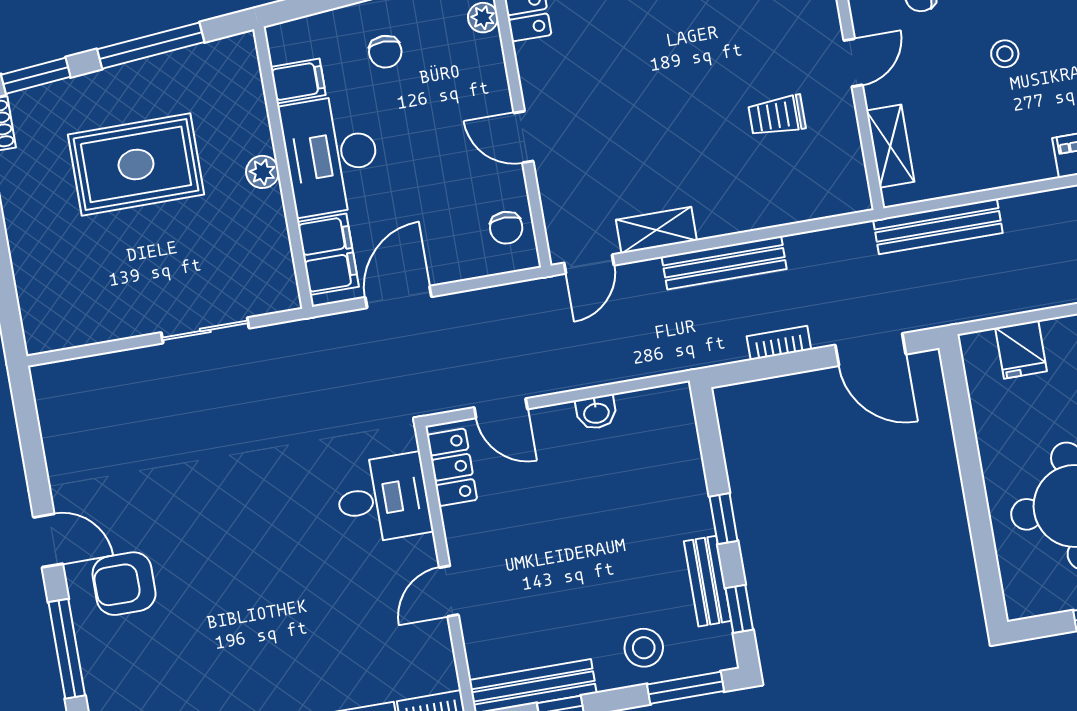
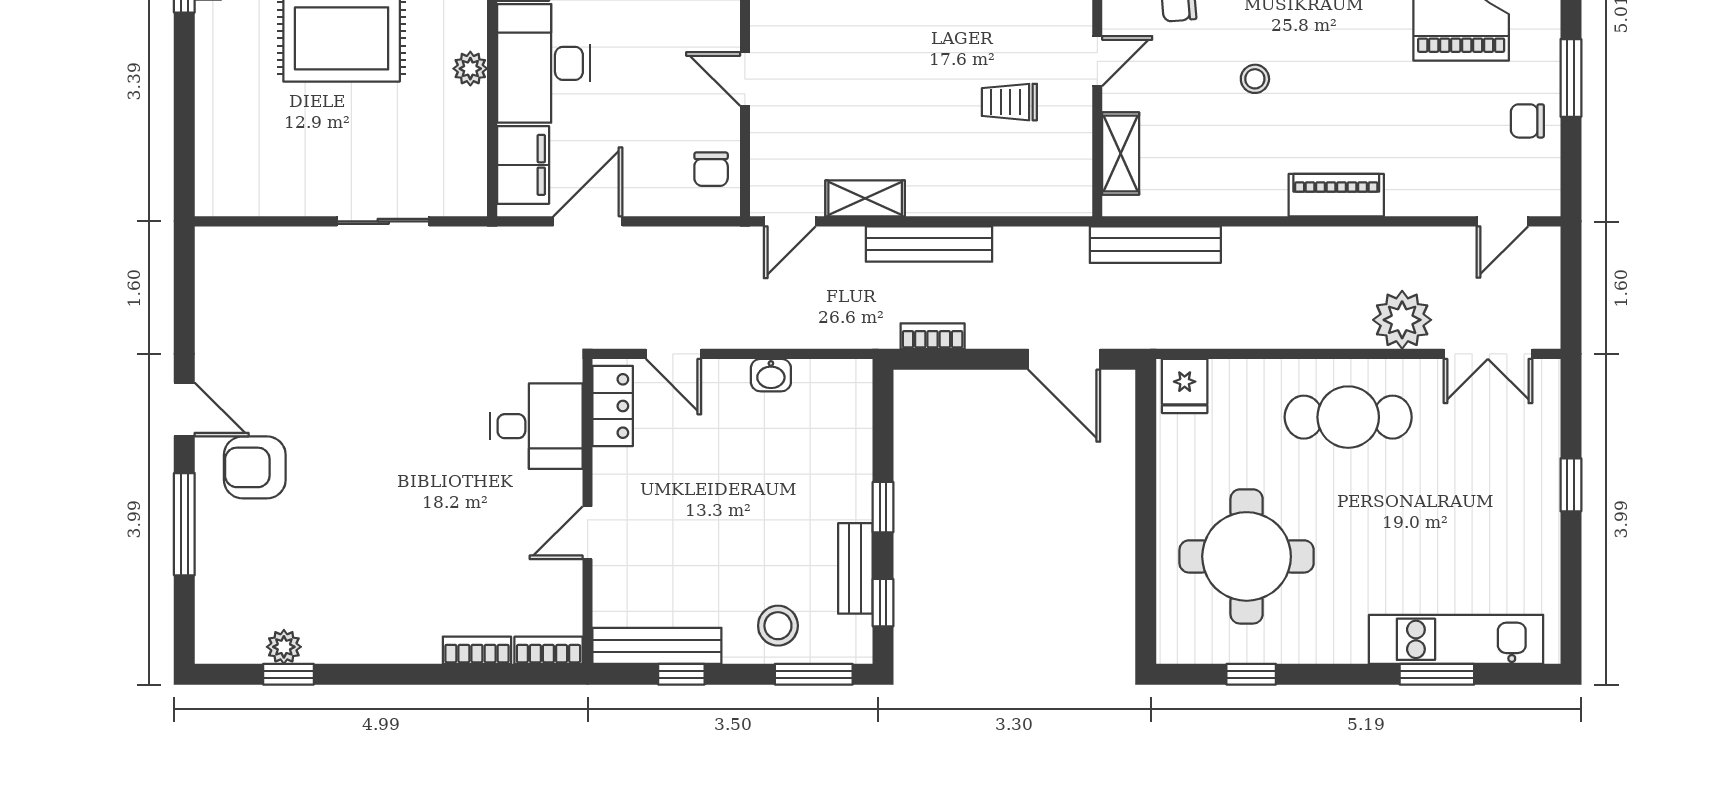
bookcase: (779, 343) -> (933, 336), moved
fridge: (1021, 350) -> (1185, 386), moved

